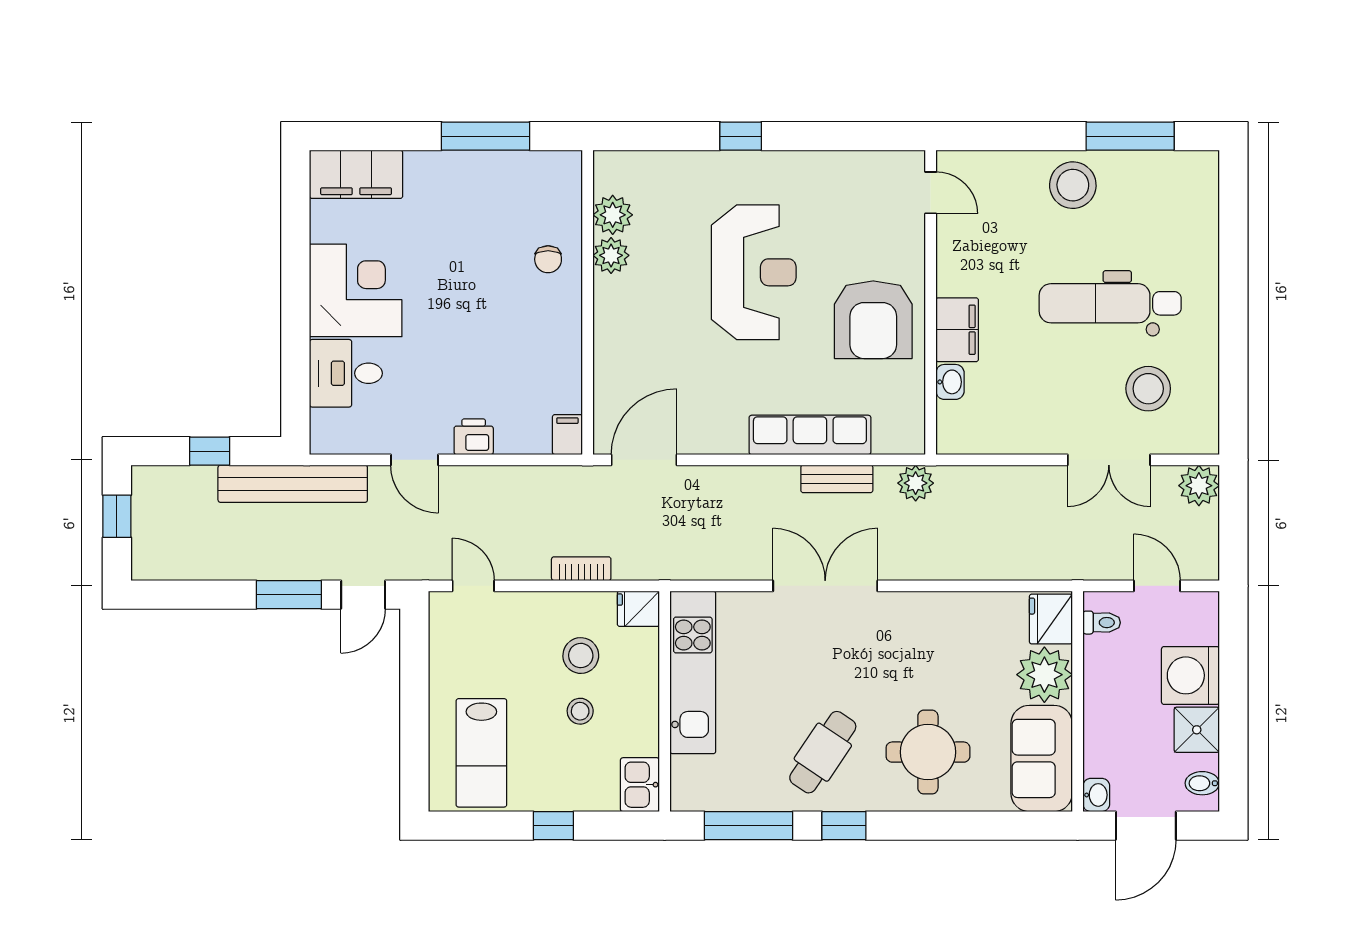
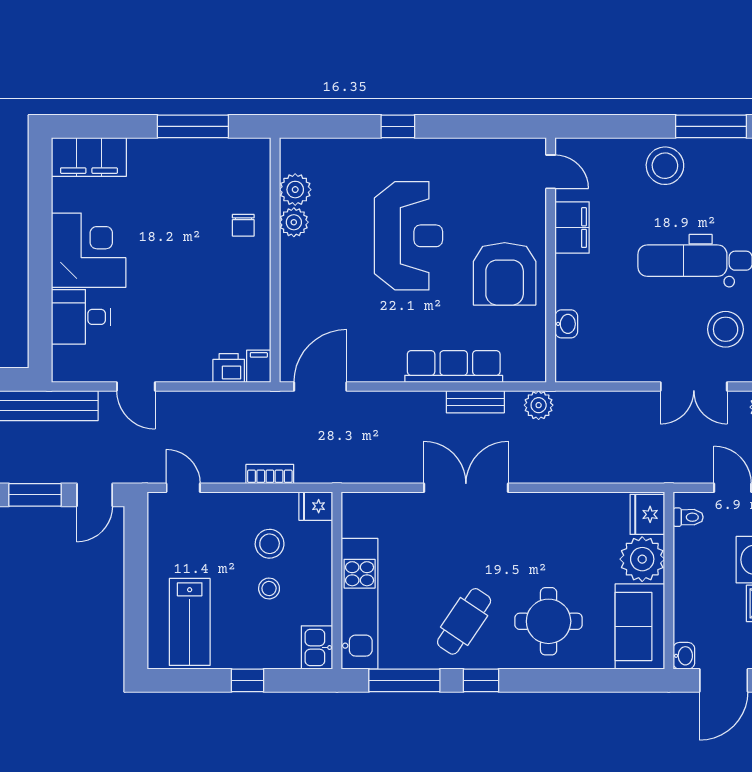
filing cabinet: (957, 330) -> (572, 228), moved
printer: (474, 437) -> (229, 368), moved
kitchen unit: (693, 672) -> (360, 604), moved

